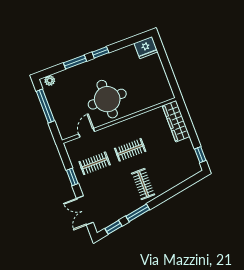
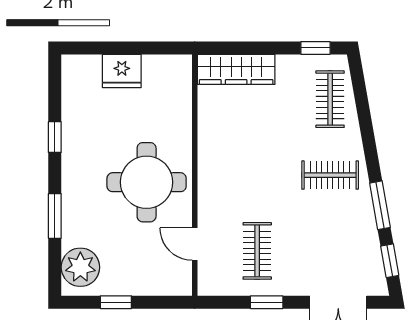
fridge: (146, 48) -> (122, 71), moved, turned 90
window: (100, 52) -> (55, 137), moved
plant: (50, 81) -> (80, 267), width x1.88, depth x1.88
window: (45, 106) -> (116, 302), width x0.46
clothes rail: (130, 150) -> (330, 99), moved

